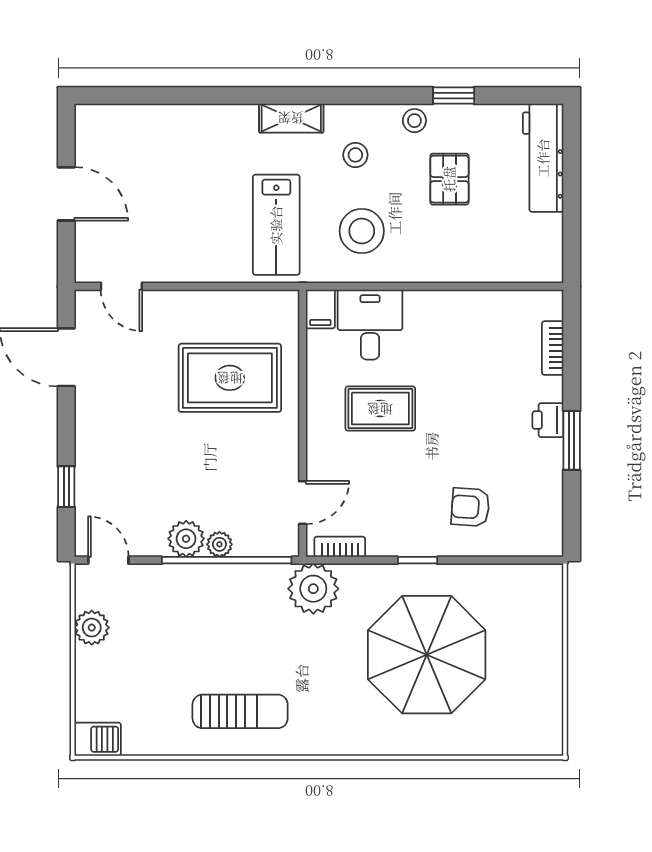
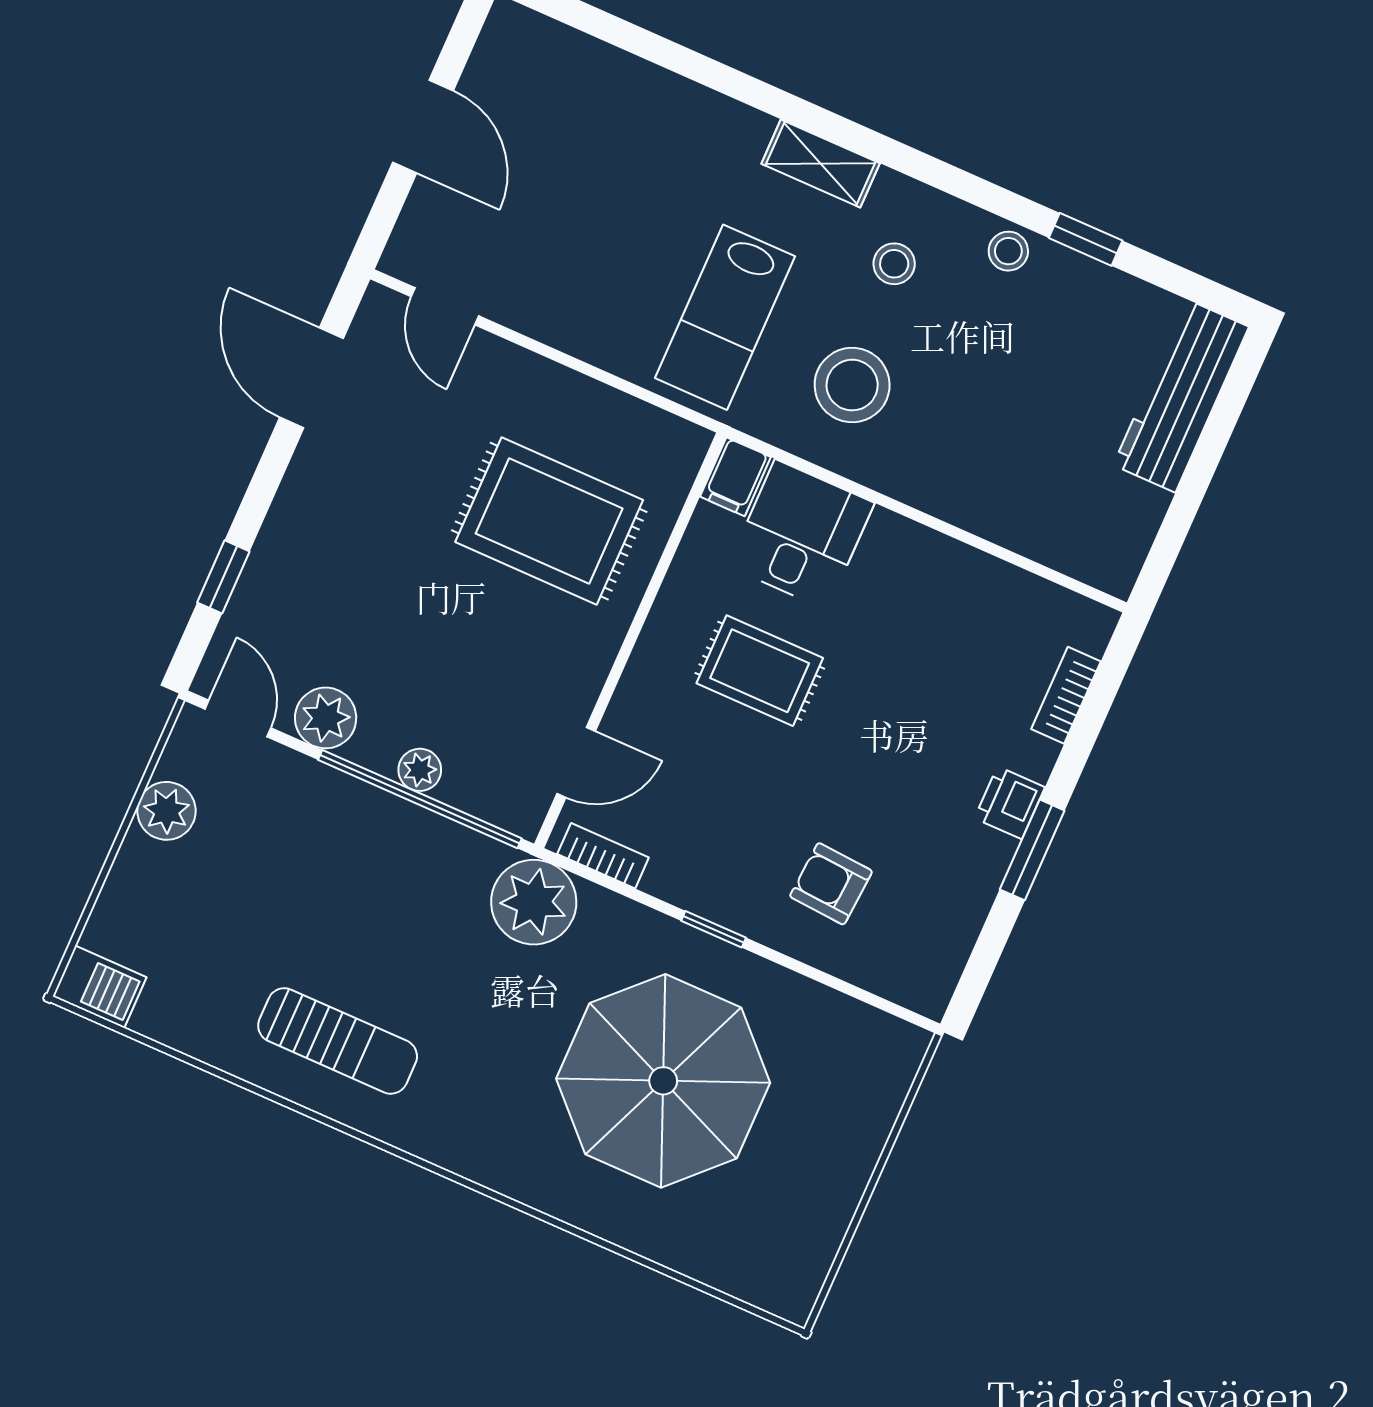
pallet: (449, 179) -> (1022, 365), removed
plant: (186, 539) -> (326, 718), moved

